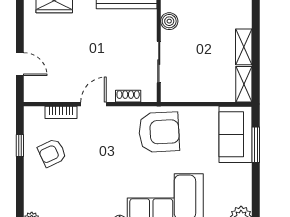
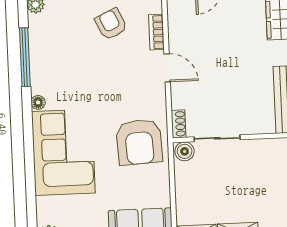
boiler: (169, 21) -> (185, 151), moved
shoe rack: (128, 96) -> (179, 124), moved

